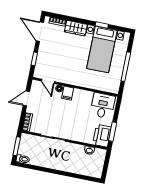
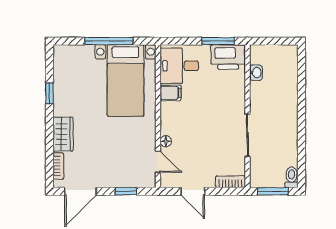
bed with nightstands: (102, 49) -> (126, 80), moved, turned 90
door: (48, 81) -> (158, 162), hinge flipped
filing cabinet: (68, 93) -> (171, 93), moved

